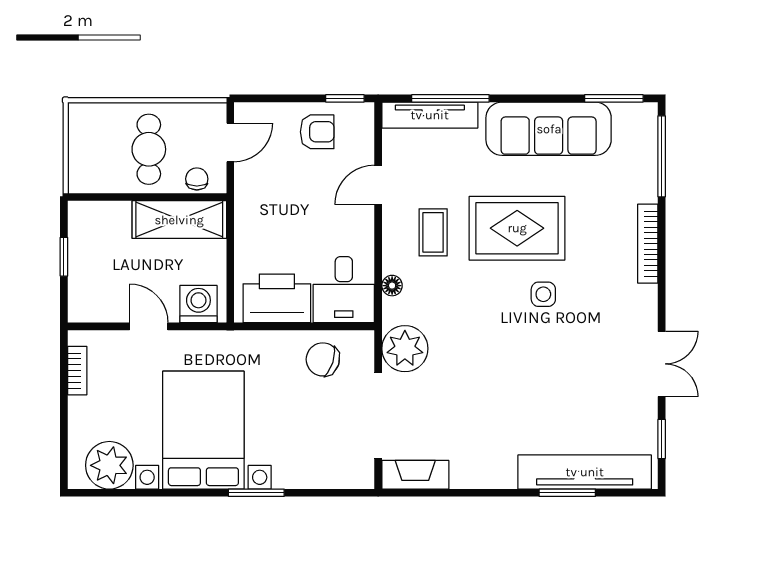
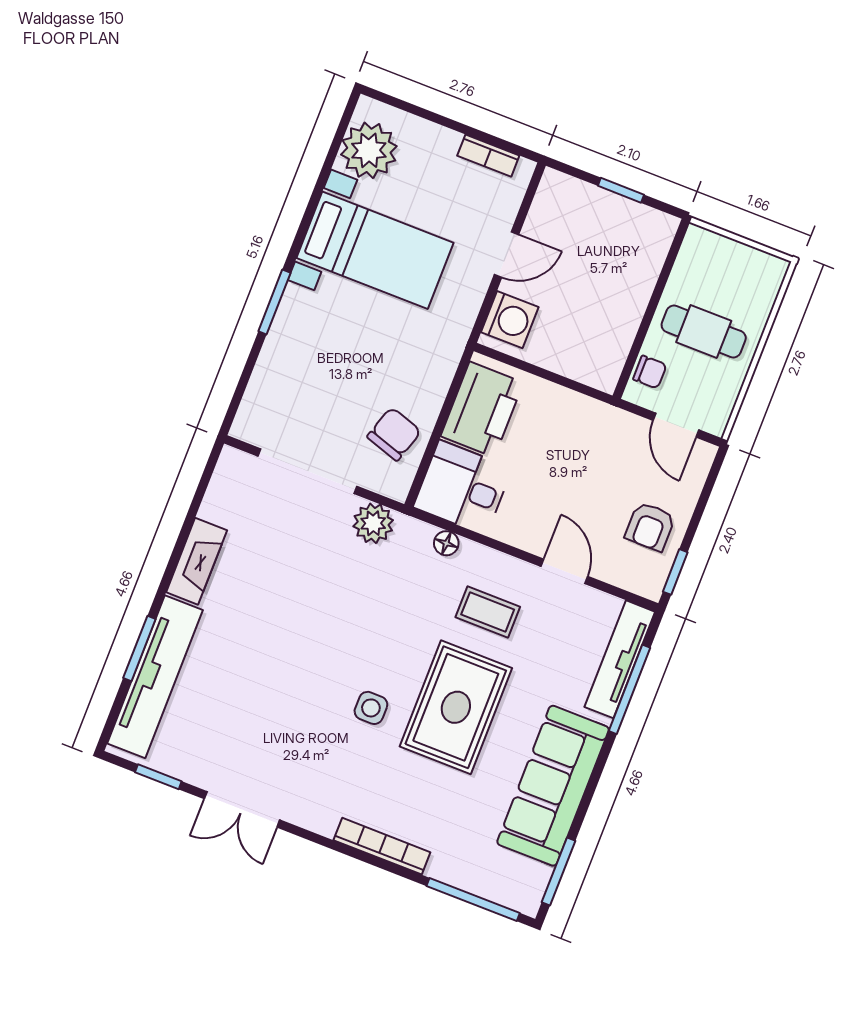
shelving: (179, 220) -> (612, 335), removed
plant: (405, 349) -> (373, 523), width x0.73, depth x0.73
bed with nightstands: (203, 430) -> (375, 250), width x0.73
fireplace: (415, 475) -> (197, 561), moved

